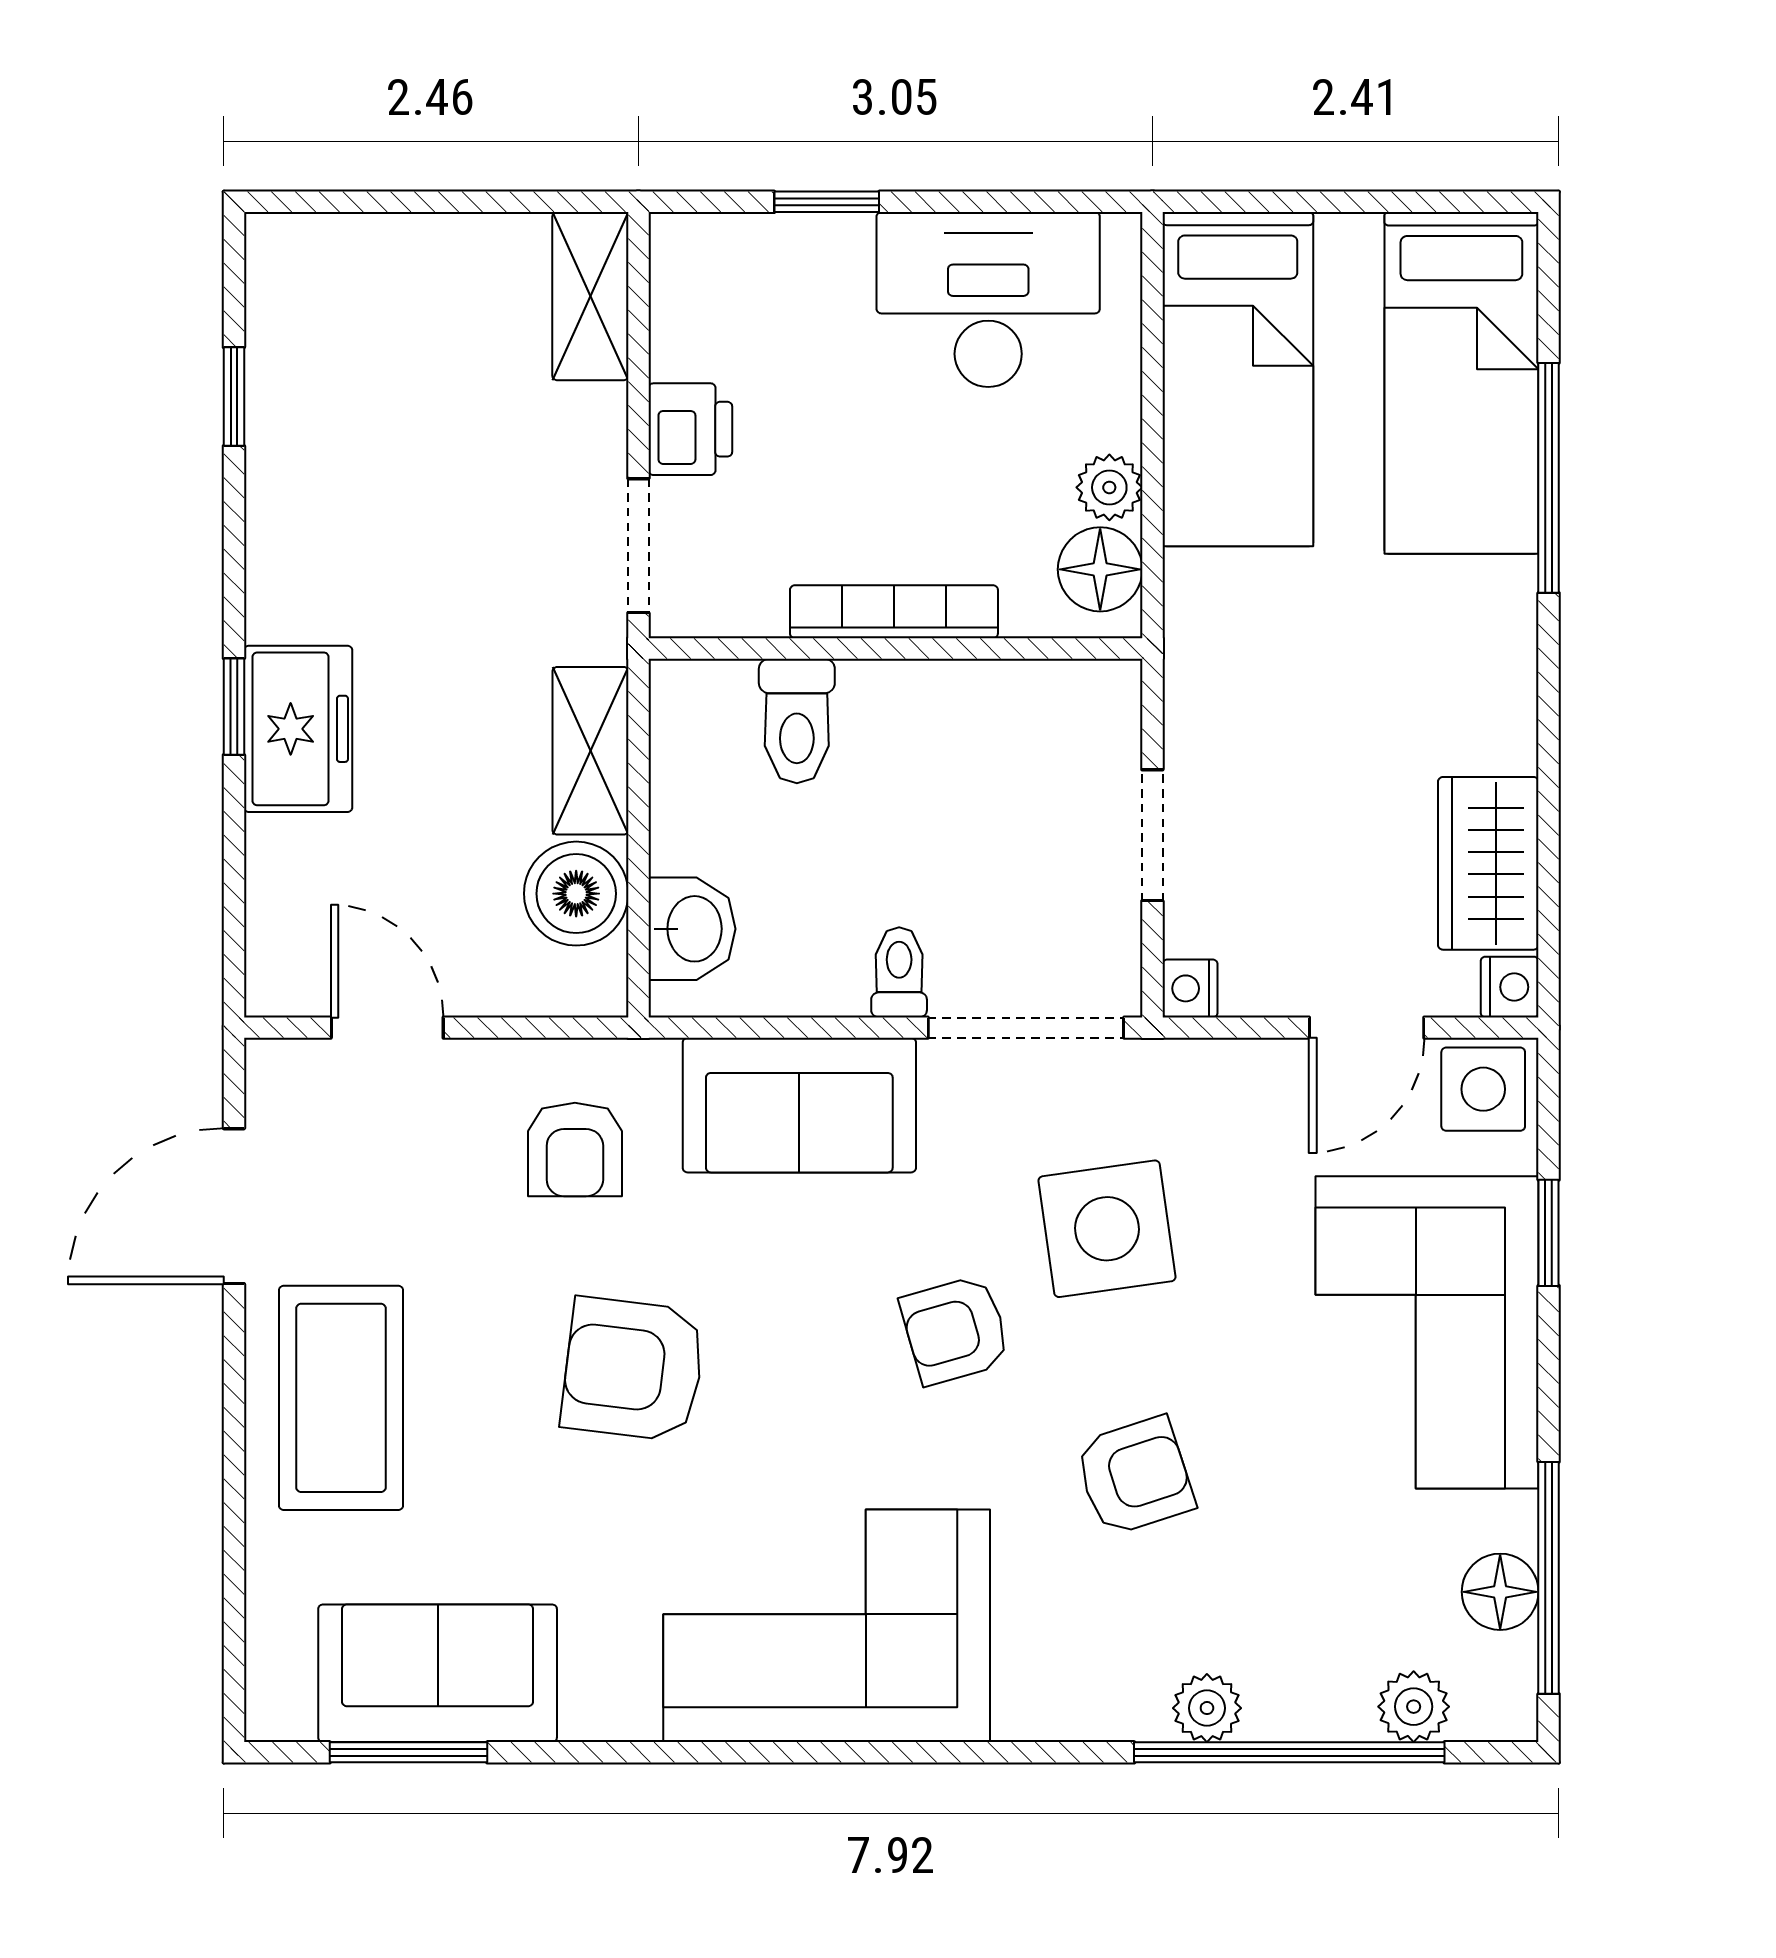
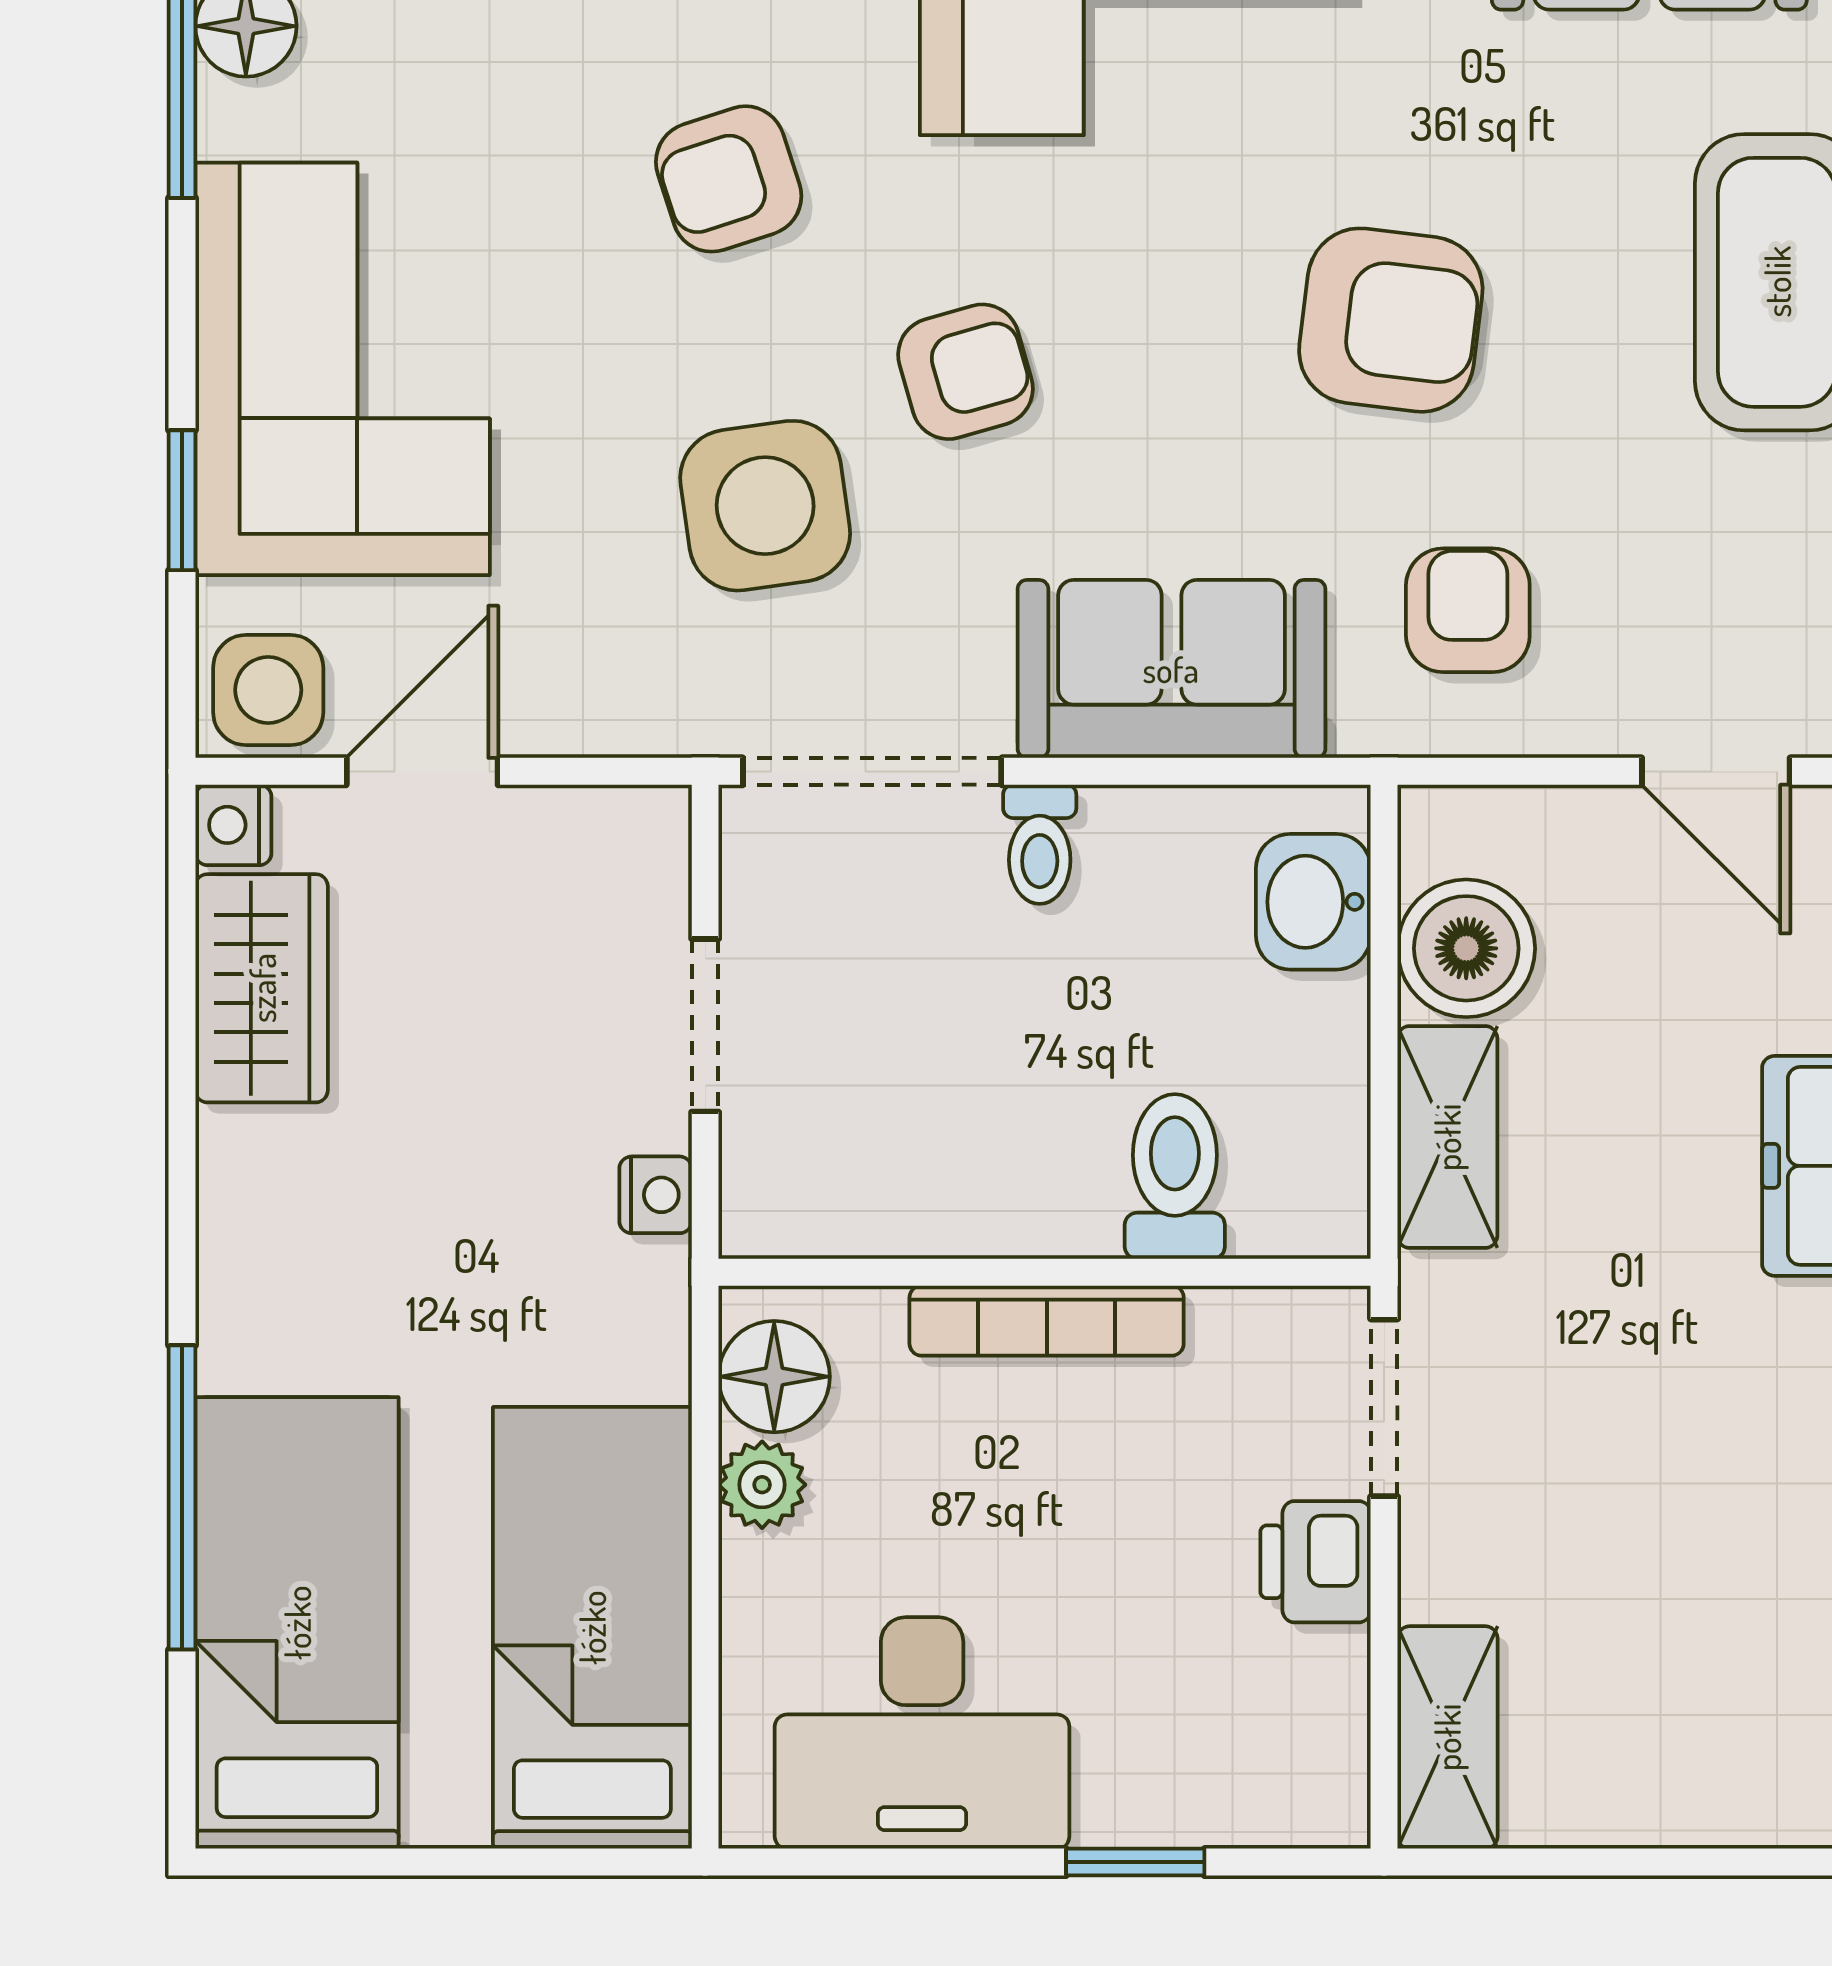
nightstand: (1190, 988) -> (656, 1195), moved

